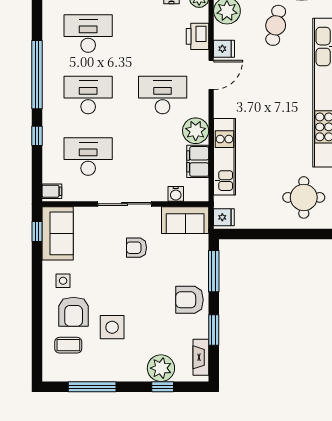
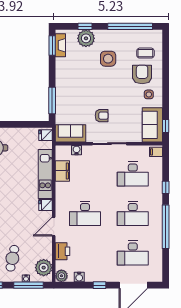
fridge: (224, 49) -> (46, 205), moved
plant: (196, 131) -> (64, 191), removed
armchair: (190, 300) -> (68, 82), removed
side table: (112, 327) -> (108, 59), moved
window: (214, 330) -> (52, 45), moved
window: (92, 387) -> (130, 26), width x1.46

